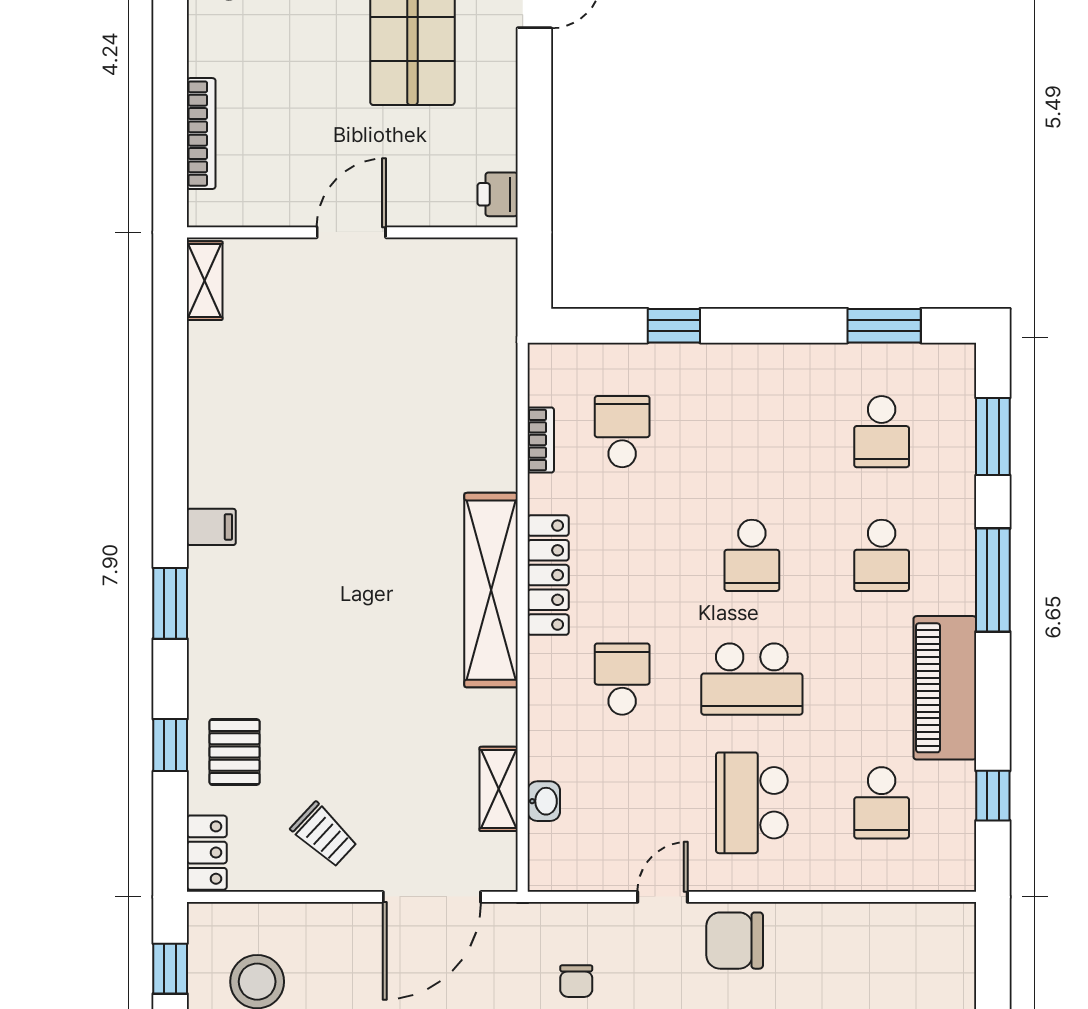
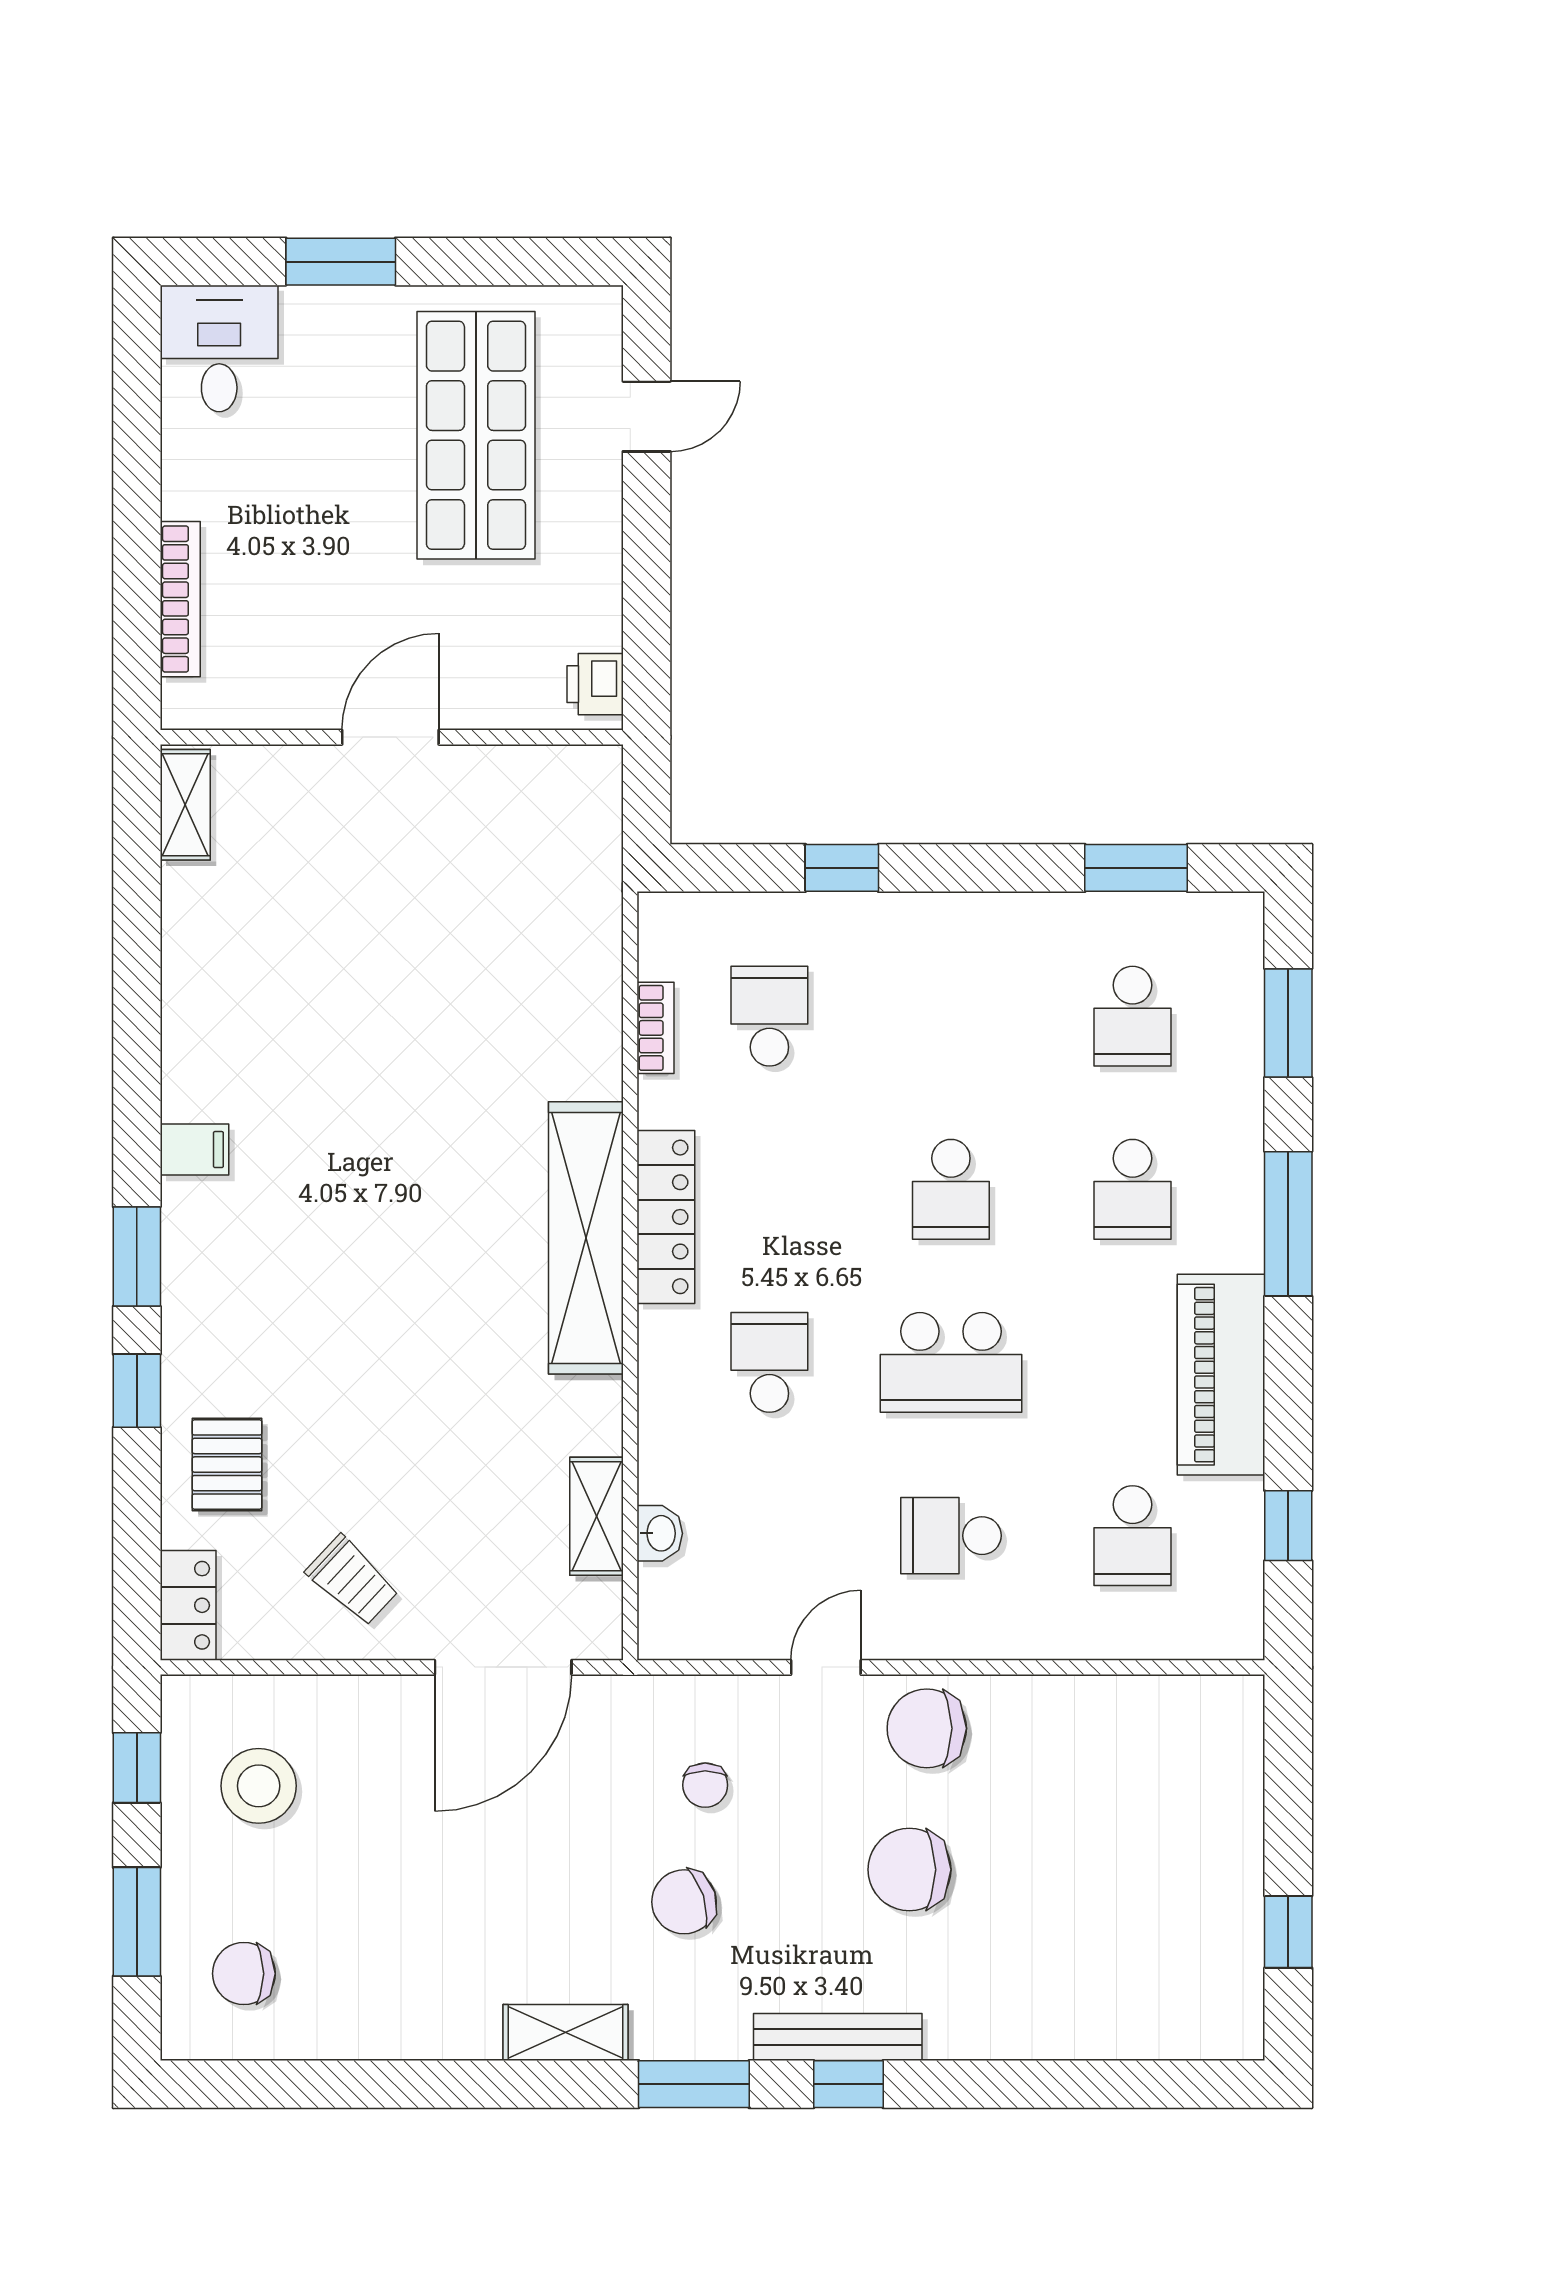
window: (170, 745) -> (137, 1391), moved
school desk: (752, 803) -> (951, 1536), width x0.54

